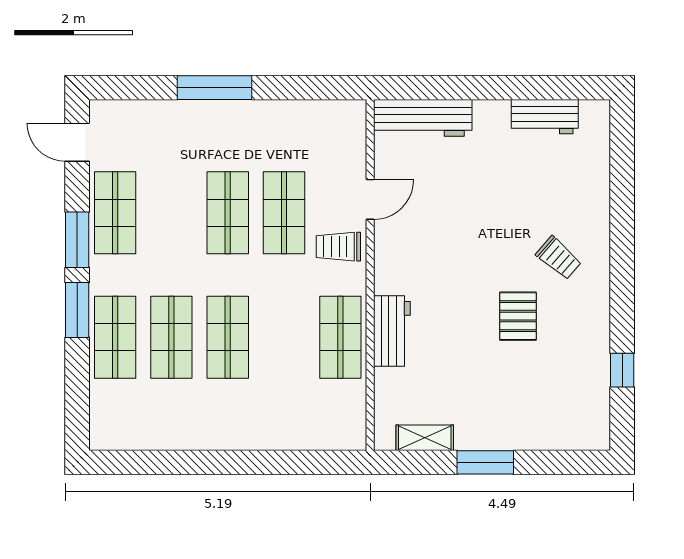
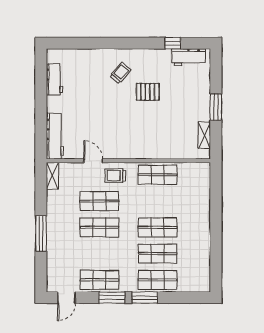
shelving: (338, 112) -> (52, 176), added
trolley: (338, 247) -> (115, 176), turned 90
workbench: (392, 331) -> (189, 57), moved, turned 180

